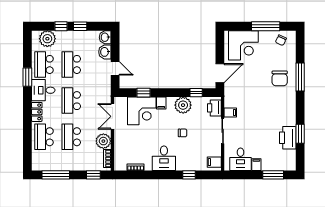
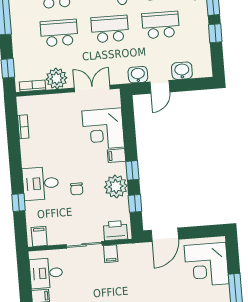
washbasin: (105, 37) -> (138, 75), moved
door: (220, 73) -> (165, 235), hinge flipped
window: (143, 93) -> (132, 170), moved
desk: (164, 158) -> (41, 183), moved

